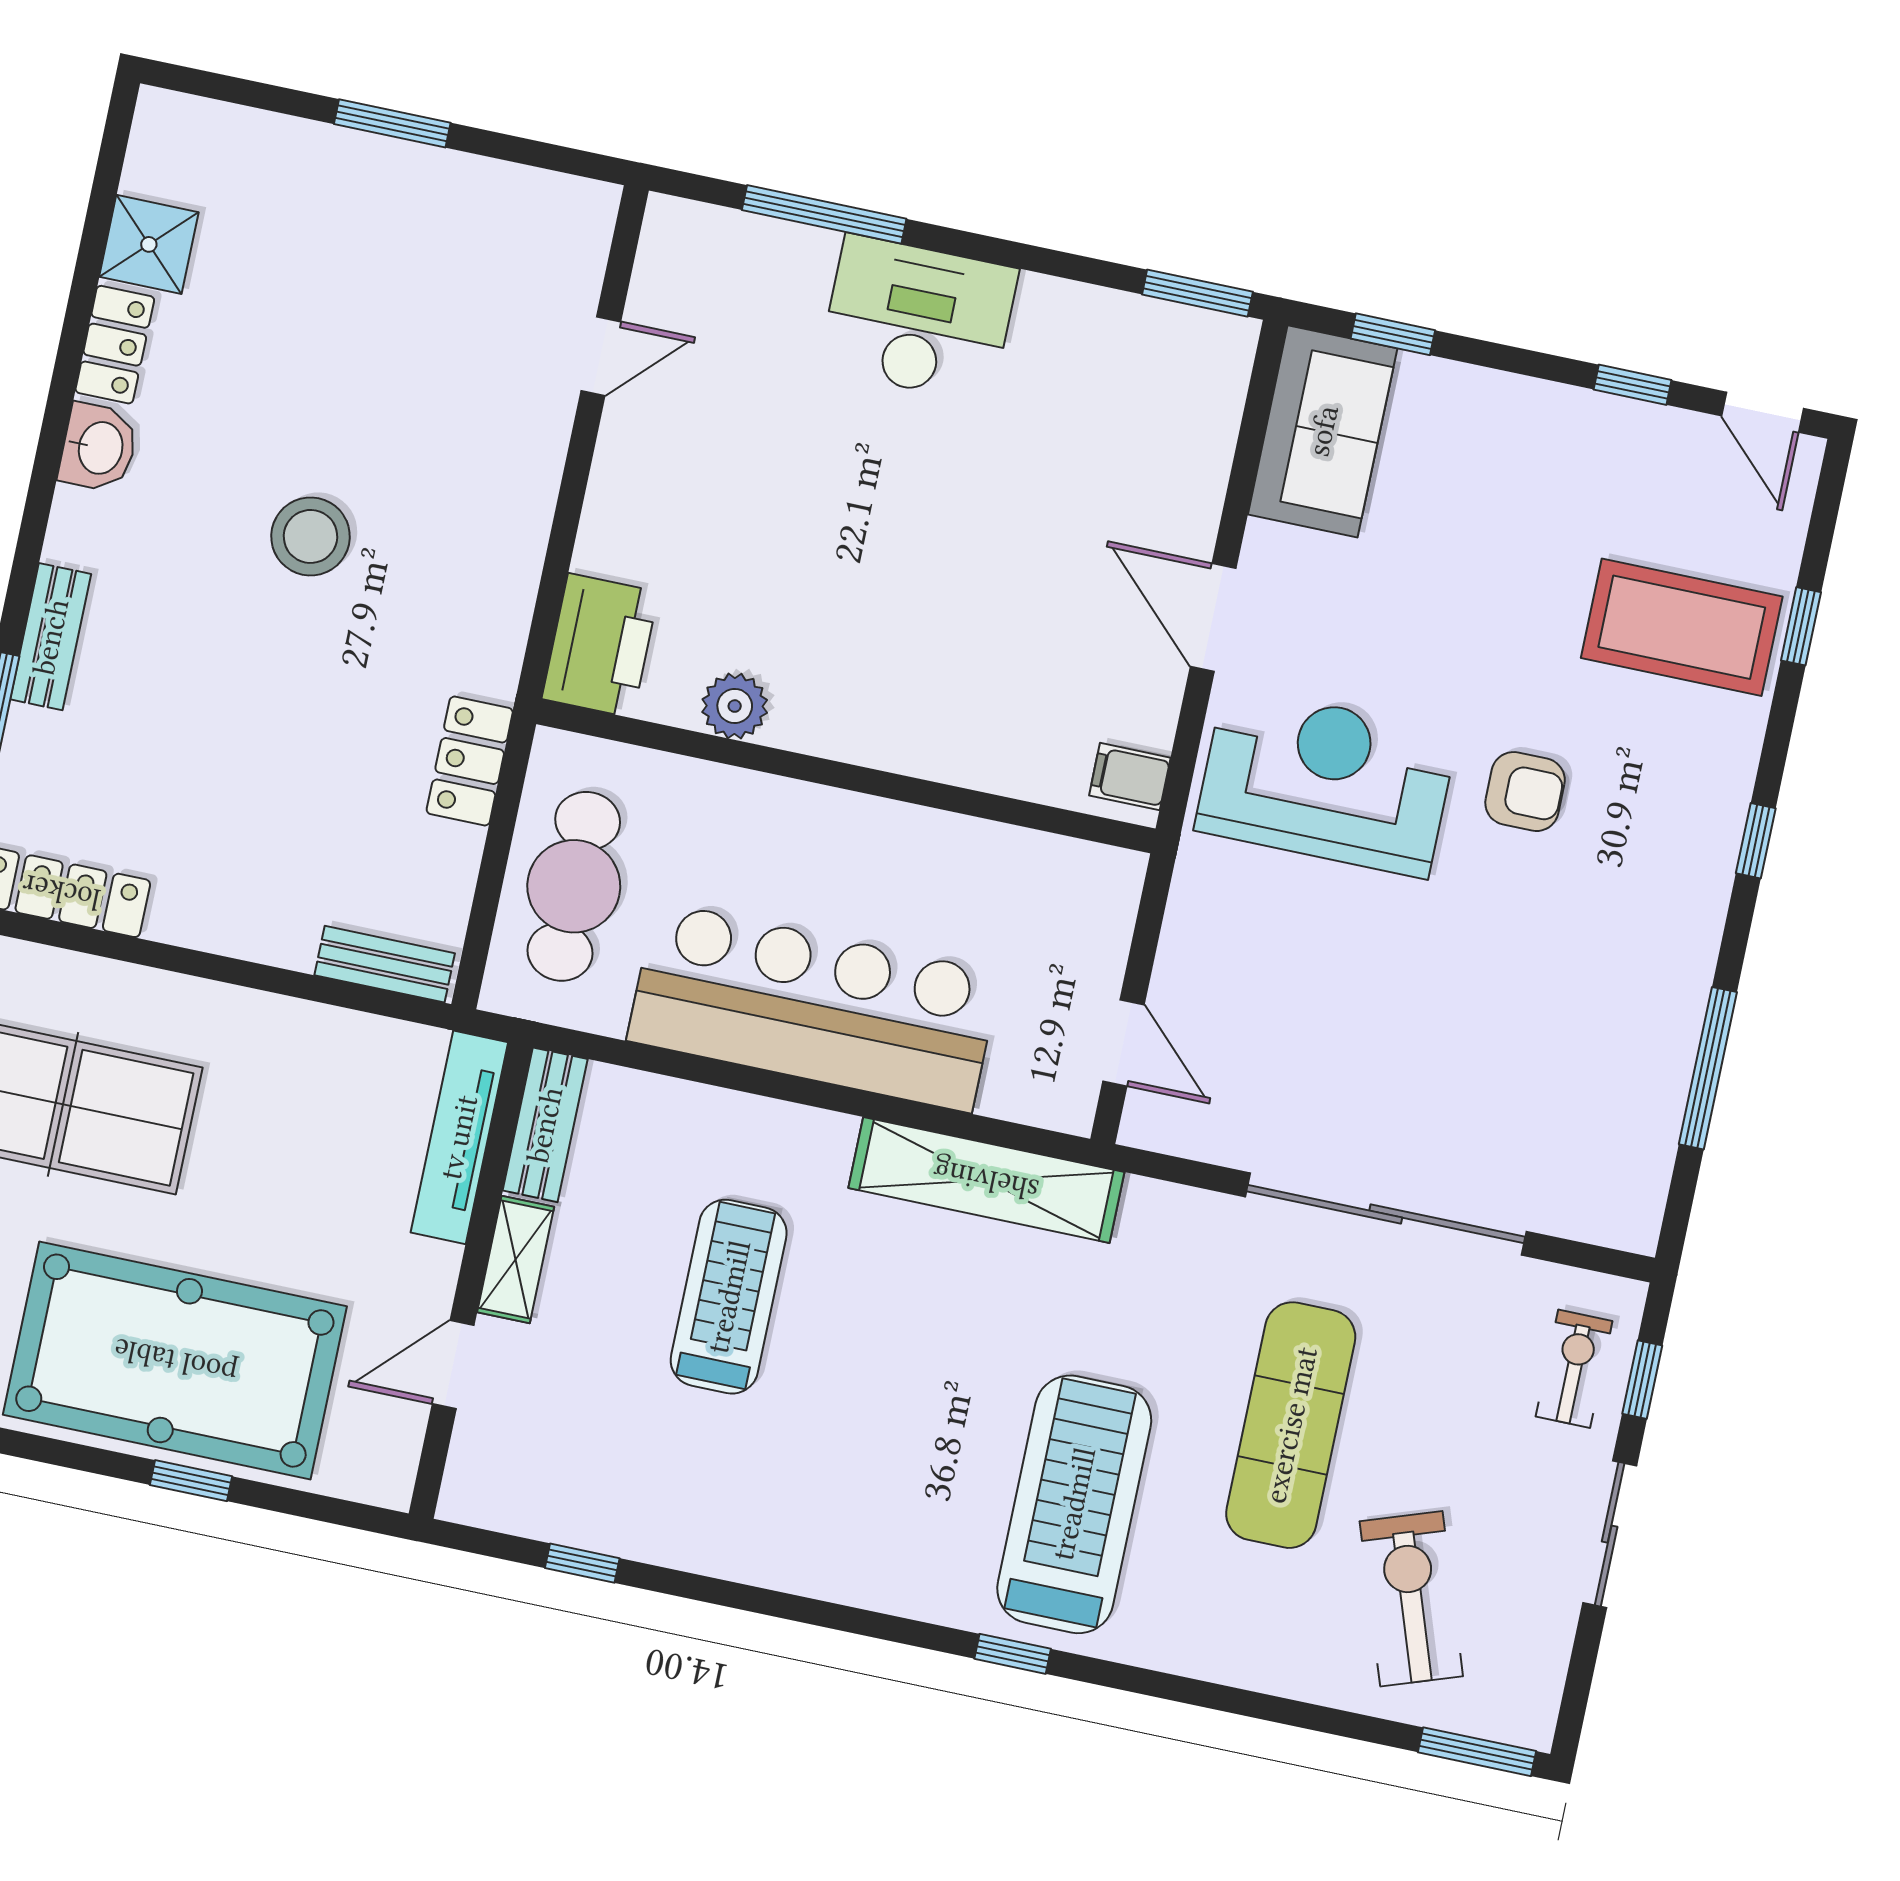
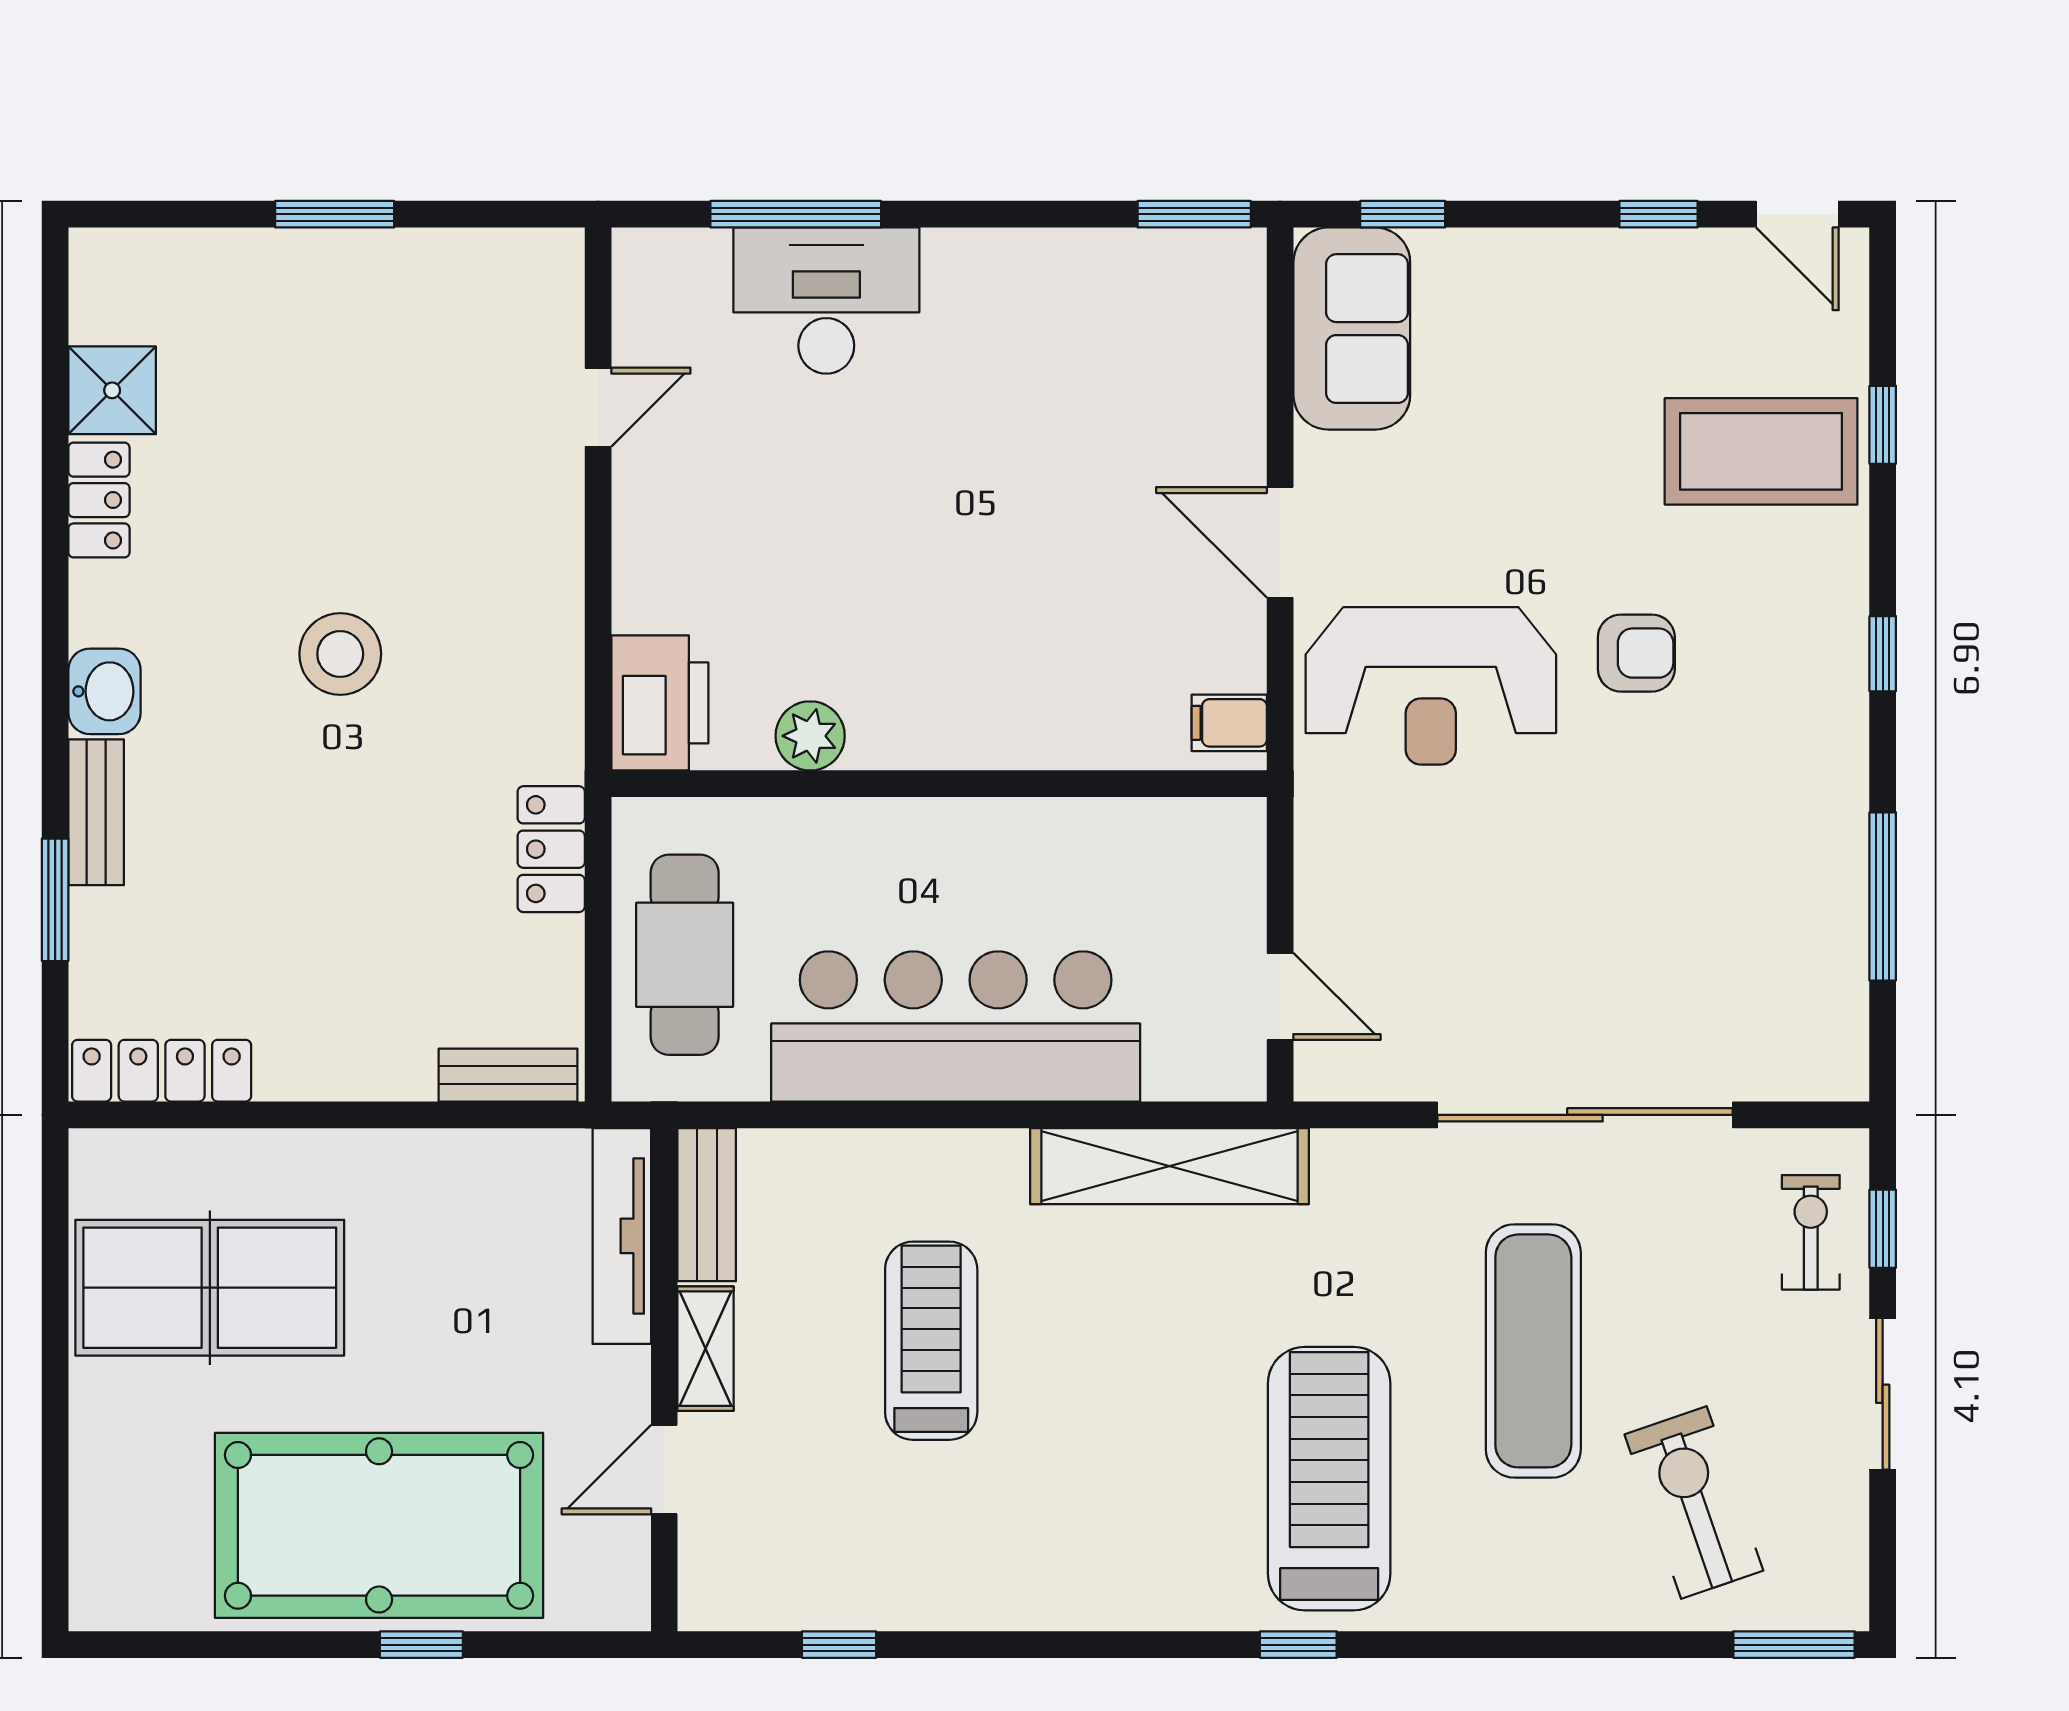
desk: (918, 319) -> (826, 301), moved
washbasin: (99, 448) -> (104, 691), moved
reception desk: (1326, 782) -> (1431, 686), turned 180

